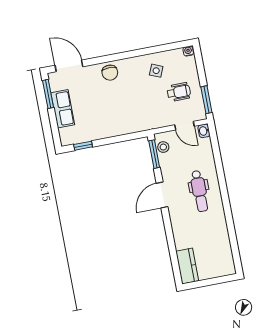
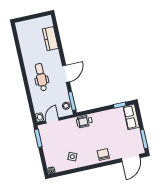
door: (69, 66) -> (131, 158), hinge flipped
wheelchair: (179, 92) -> (84, 121), moved
row of seats: (63, 109) -> (131, 117), moved
door: (184, 126) -> (52, 121), hinge flipped
kitchen counter: (187, 266) -> (50, 39), moved

